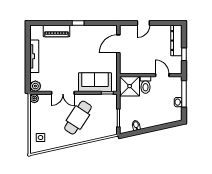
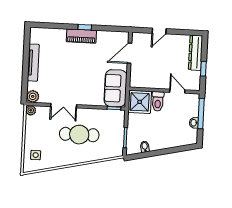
piano: (56, 31) -> (81, 36), moved
sofa: (95, 82) -> (116, 88), moved, turned -90
cafe table: (78, 118) -> (79, 135), turned 57

